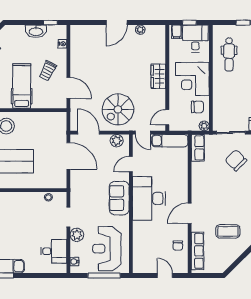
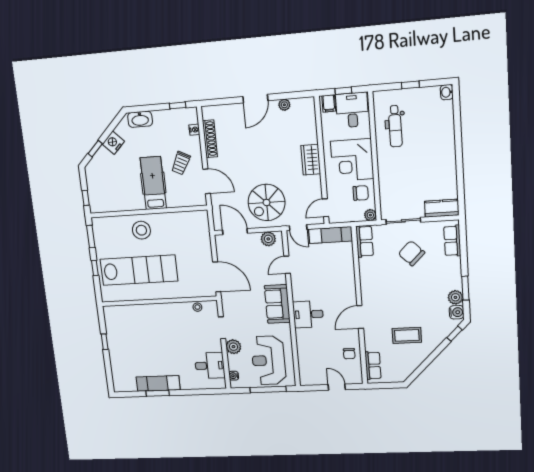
washbasin: (36, 31) -> (140, 119), moved
shoe rack: (75, 52) -> (210, 139), added
door: (68, 156) -> (217, 277), moved
desk: (149, 198) -> (308, 314), width x0.53, depth x0.77
row of seats: (197, 251) -> (373, 366), width x0.68

